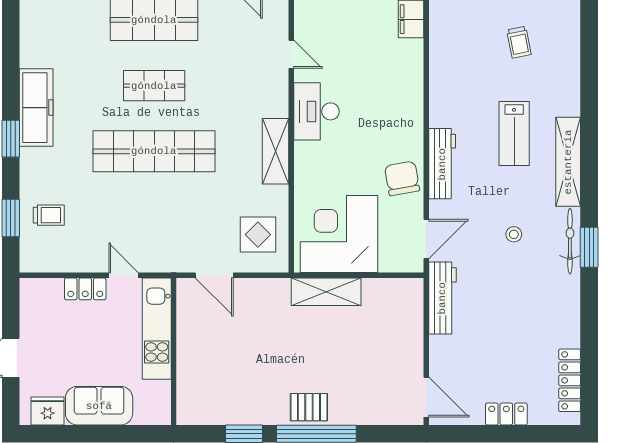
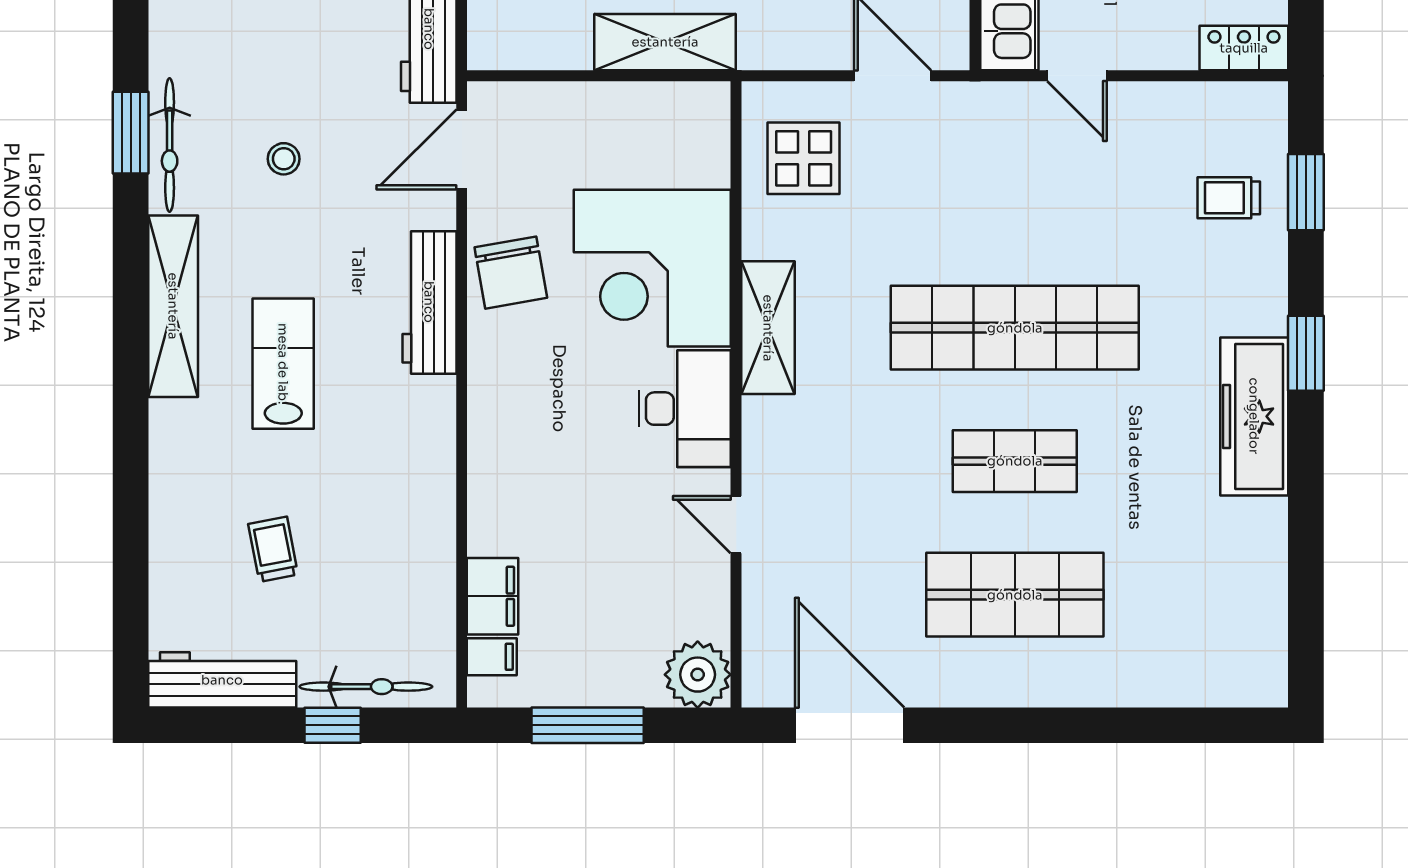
corner desk: (339, 234) -> (652, 268), moved, turned 90
locker: (85, 289) -> (1244, 48), moved

